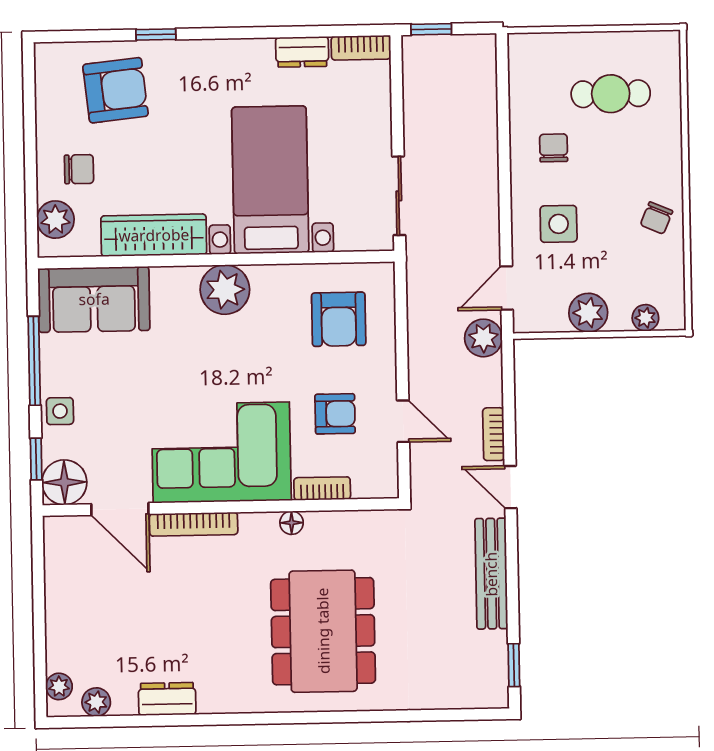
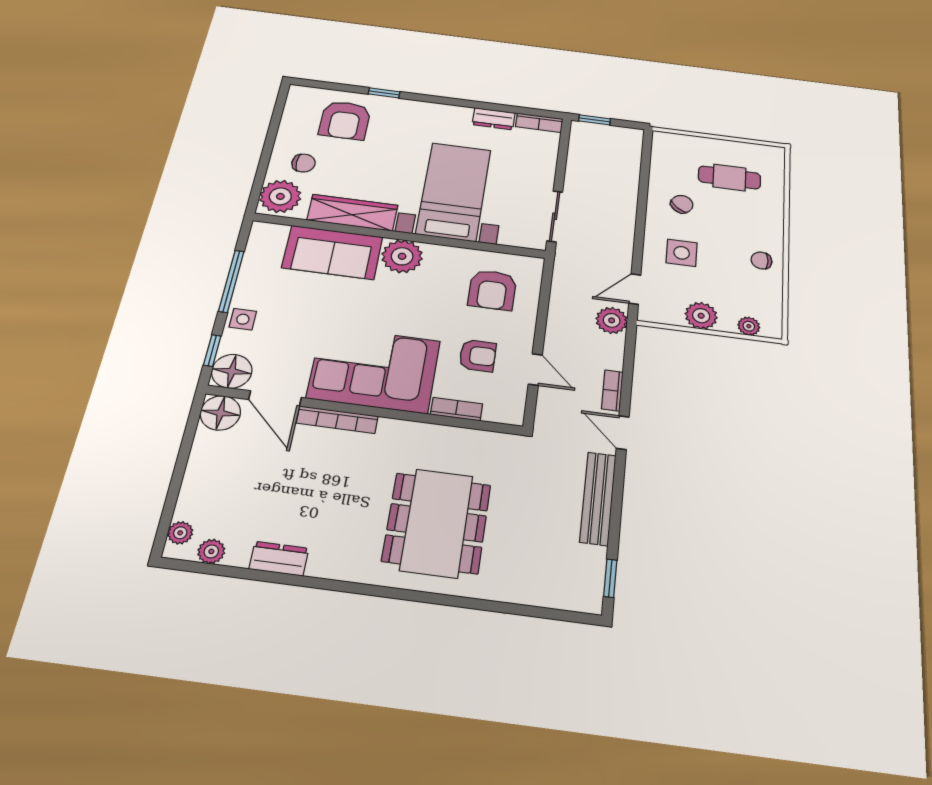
armchair: (115, 90) -> (345, 120), turned 96
chair: (554, 148) -> (682, 204), turned 40
chair: (656, 218) -> (761, 260), turned 67
plant: (55, 220) -> (280, 196), width x1.36, depth x1.36
sofa: (94, 299) -> (332, 252), moved
floor lamp: (292, 523) -> (220, 413), moved, width x1.89, depth x1.89

